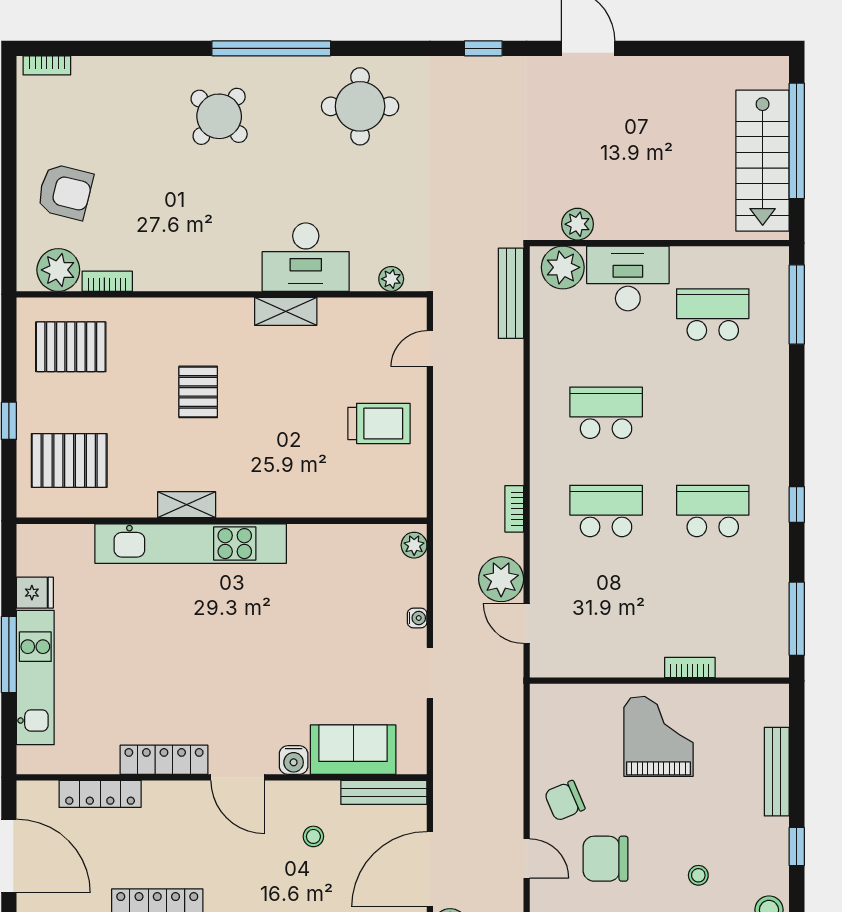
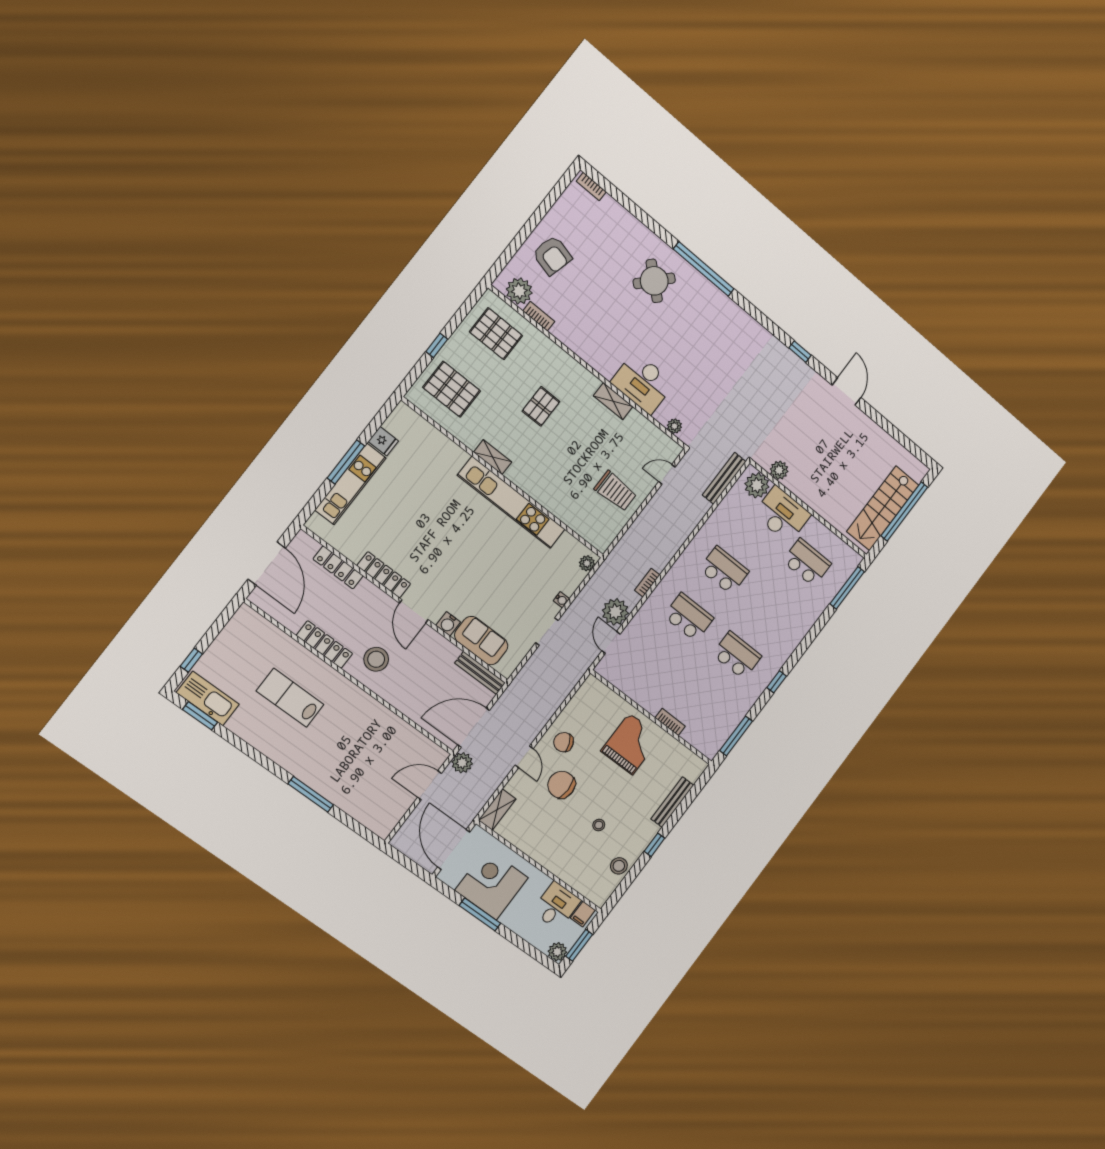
round table: (360, 106) -> (723, 332), removed
kitchen unit: (191, 544) -> (511, 503), moved
stool: (313, 836) -> (376, 659), moved, width x1.89, depth x1.89

